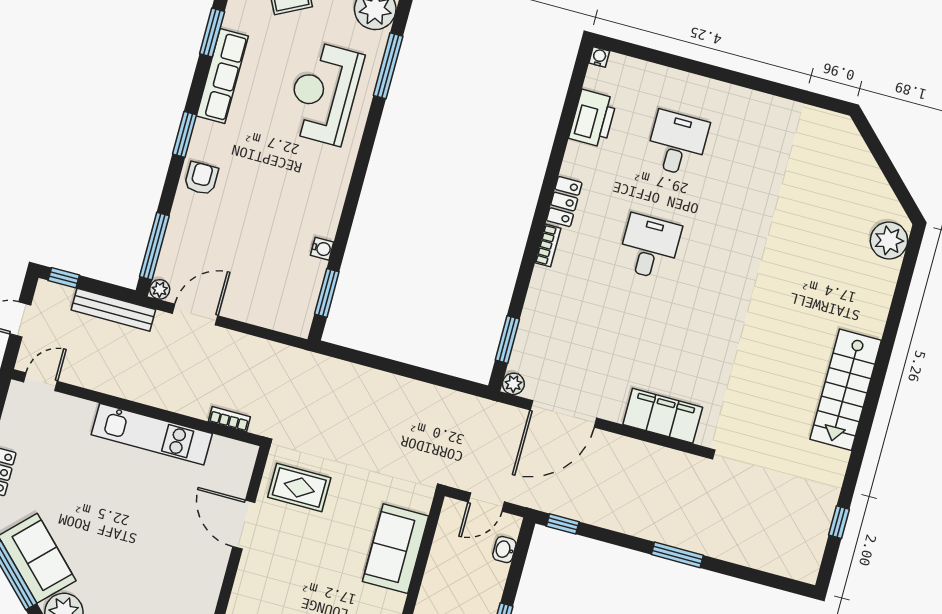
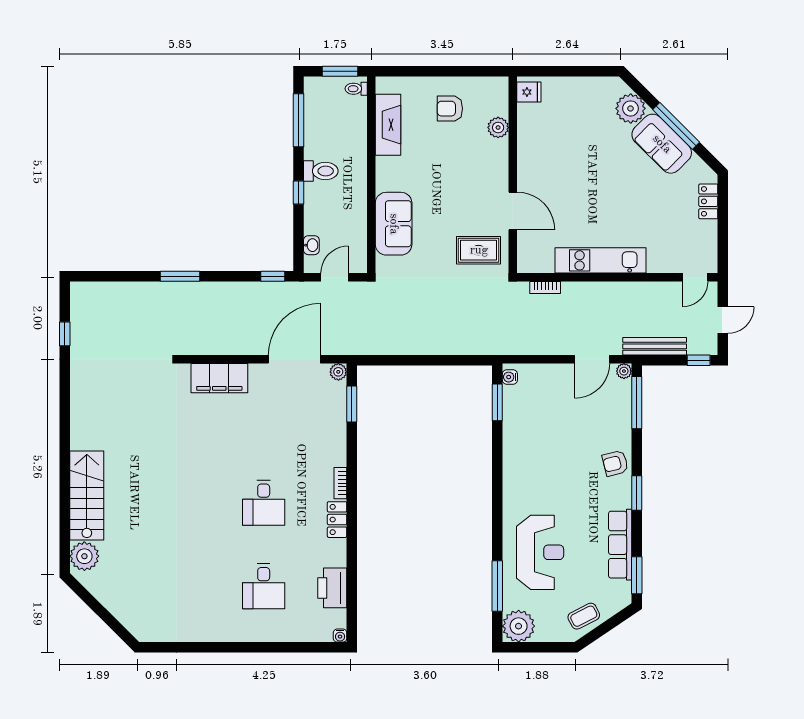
armchair: (201, 178) -> (615, 463), turned 76
water cooler: (322, 249) -> (510, 377), moved
stairs: (846, 390) -> (87, 495), moved

